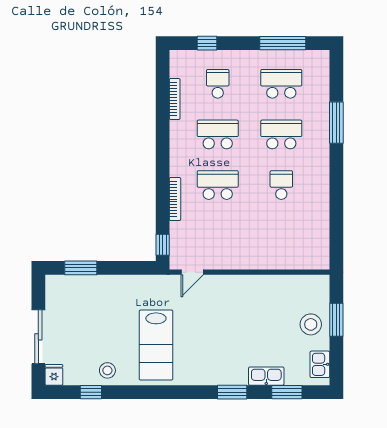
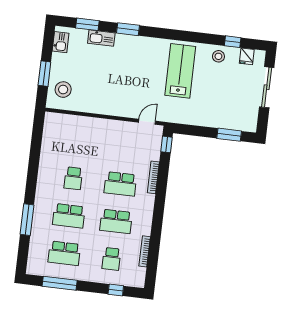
stool: (311, 324) -> (63, 90), moved
fridge: (54, 375) -> (247, 56), moved

